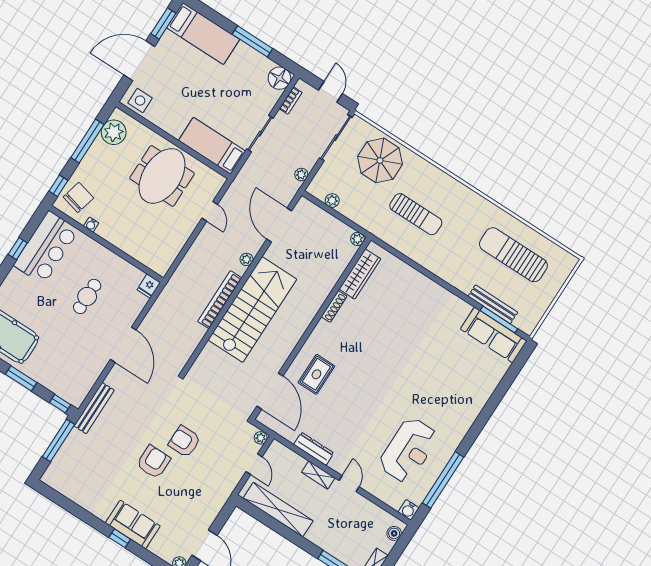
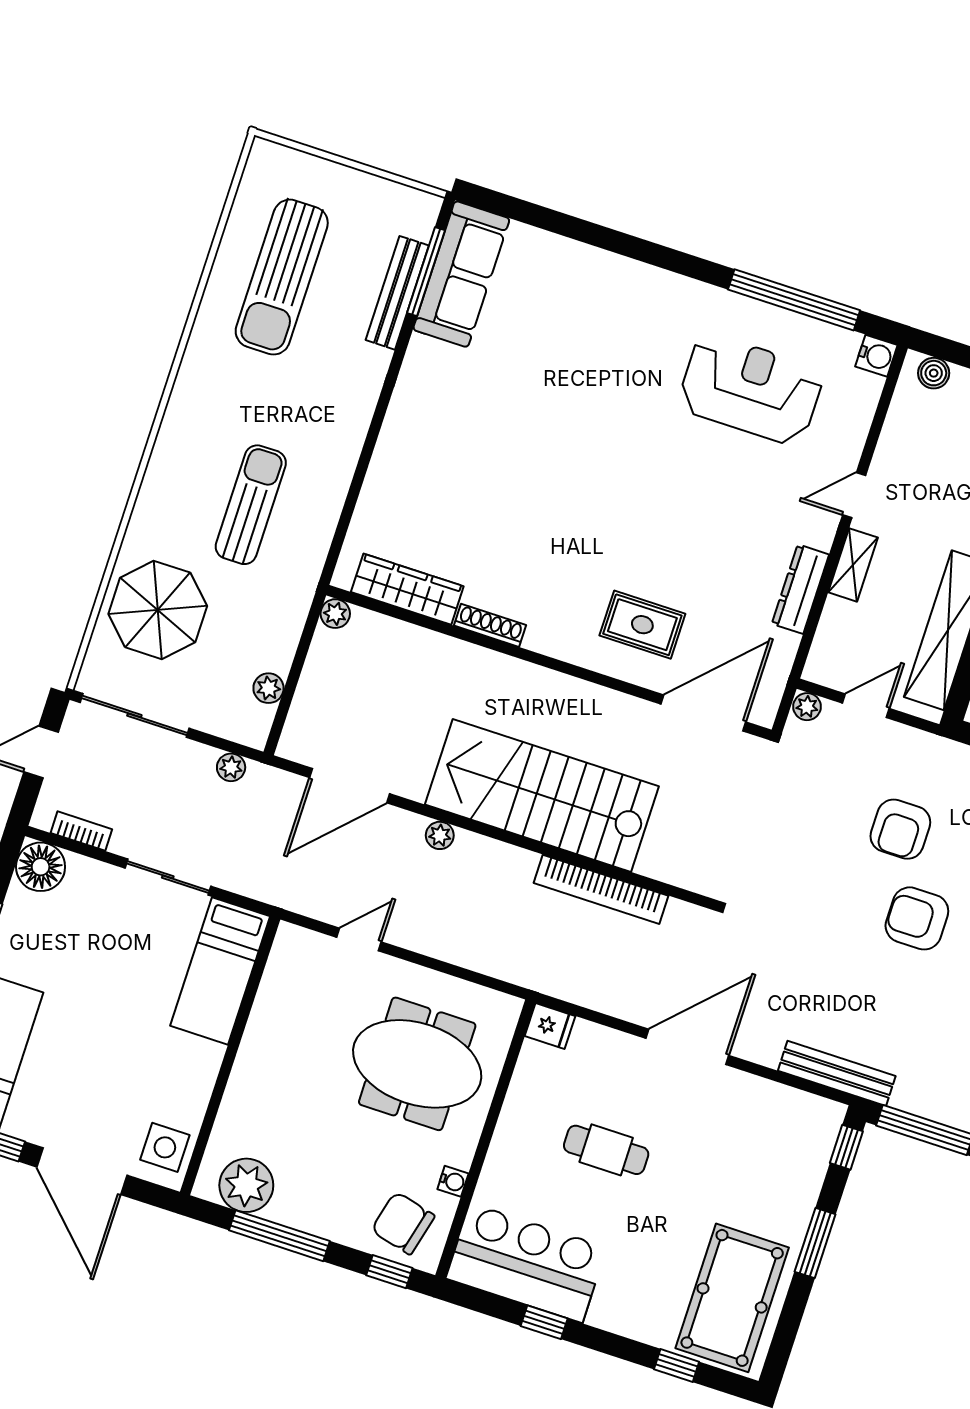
meeting table: (162, 176) -> (417, 1064), moved
bookcase: (220, 300) -> (601, 889), moved
armchair: (184, 441) -> (900, 829), moved

